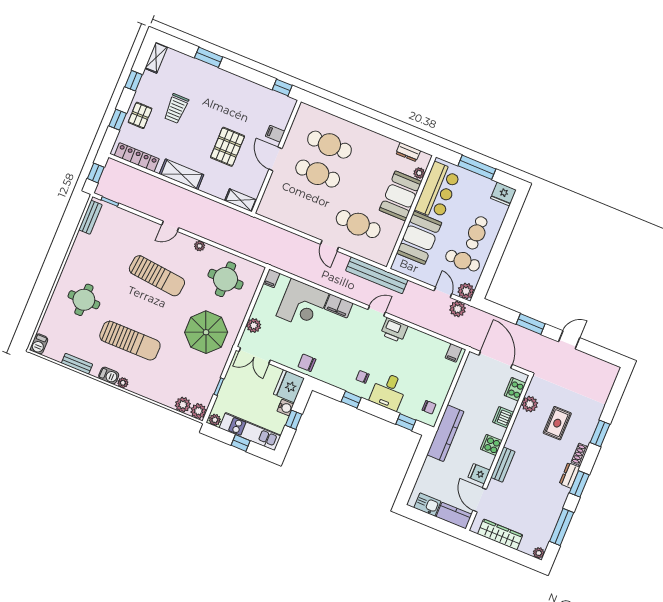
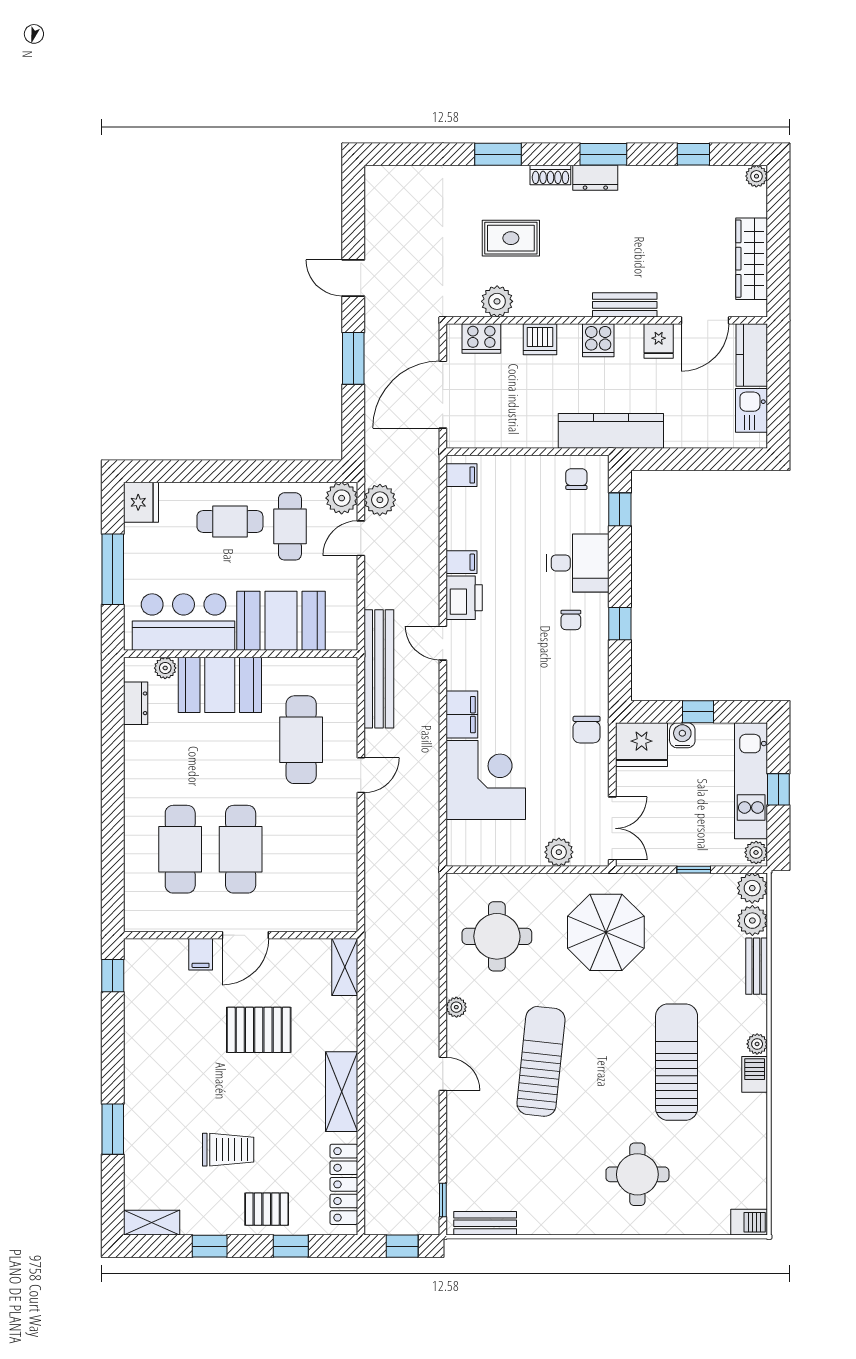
filing cabinet: (272, 278) -> (461, 562), moved
bench: (77, 364) -> (757, 966), moved
window: (562, 527) -> (693, 154), width x0.46

